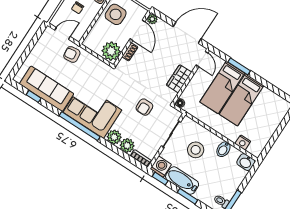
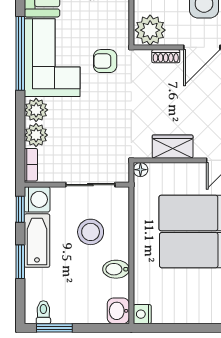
armchair: (144, 107) -> (105, 61), moved
nightstand: (243, 142) -> (142, 314), moved

